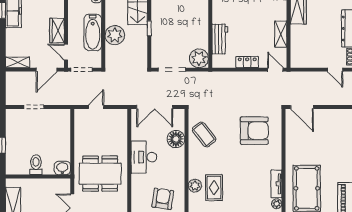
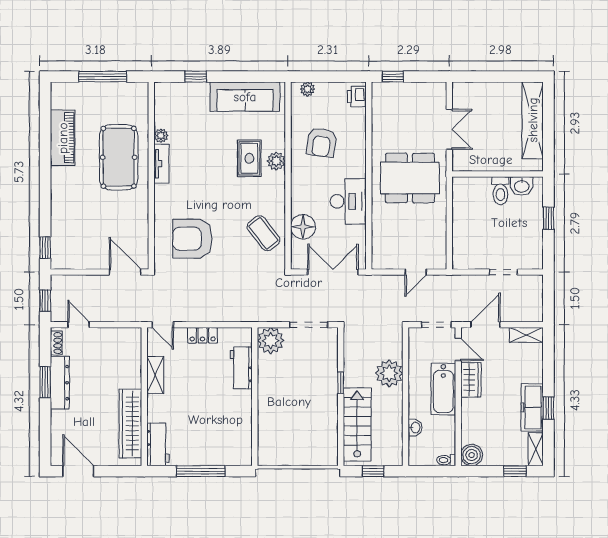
bathtub: (93, 32) -> (443, 389), moved, turned 180
washbasin: (62, 168) -> (522, 186), moved

